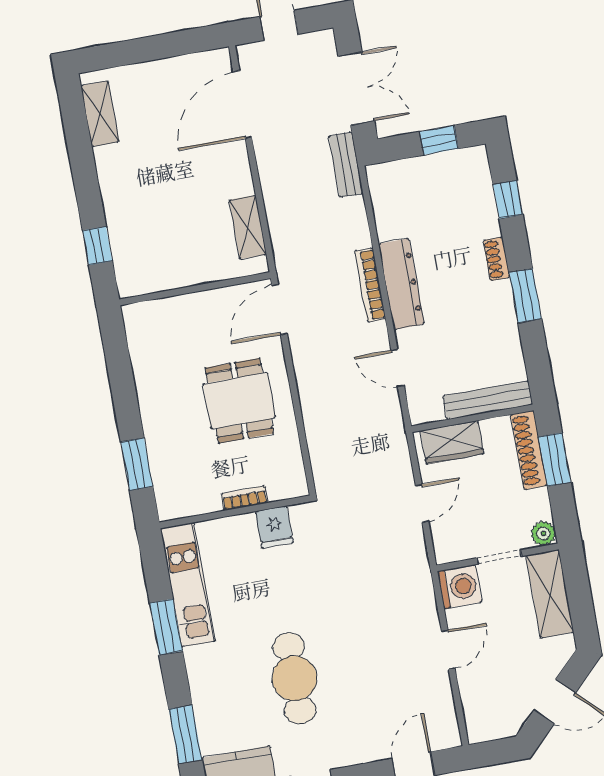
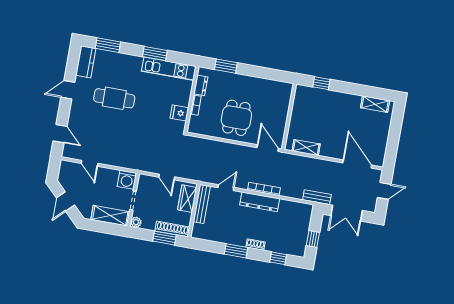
bench: (488, 400) -> (202, 204), moved
dining table: (239, 401) -> (236, 118), turned 90
dresser: (198, 503) -> (201, 85), added
door: (448, 650) -> (90, 163), moved

